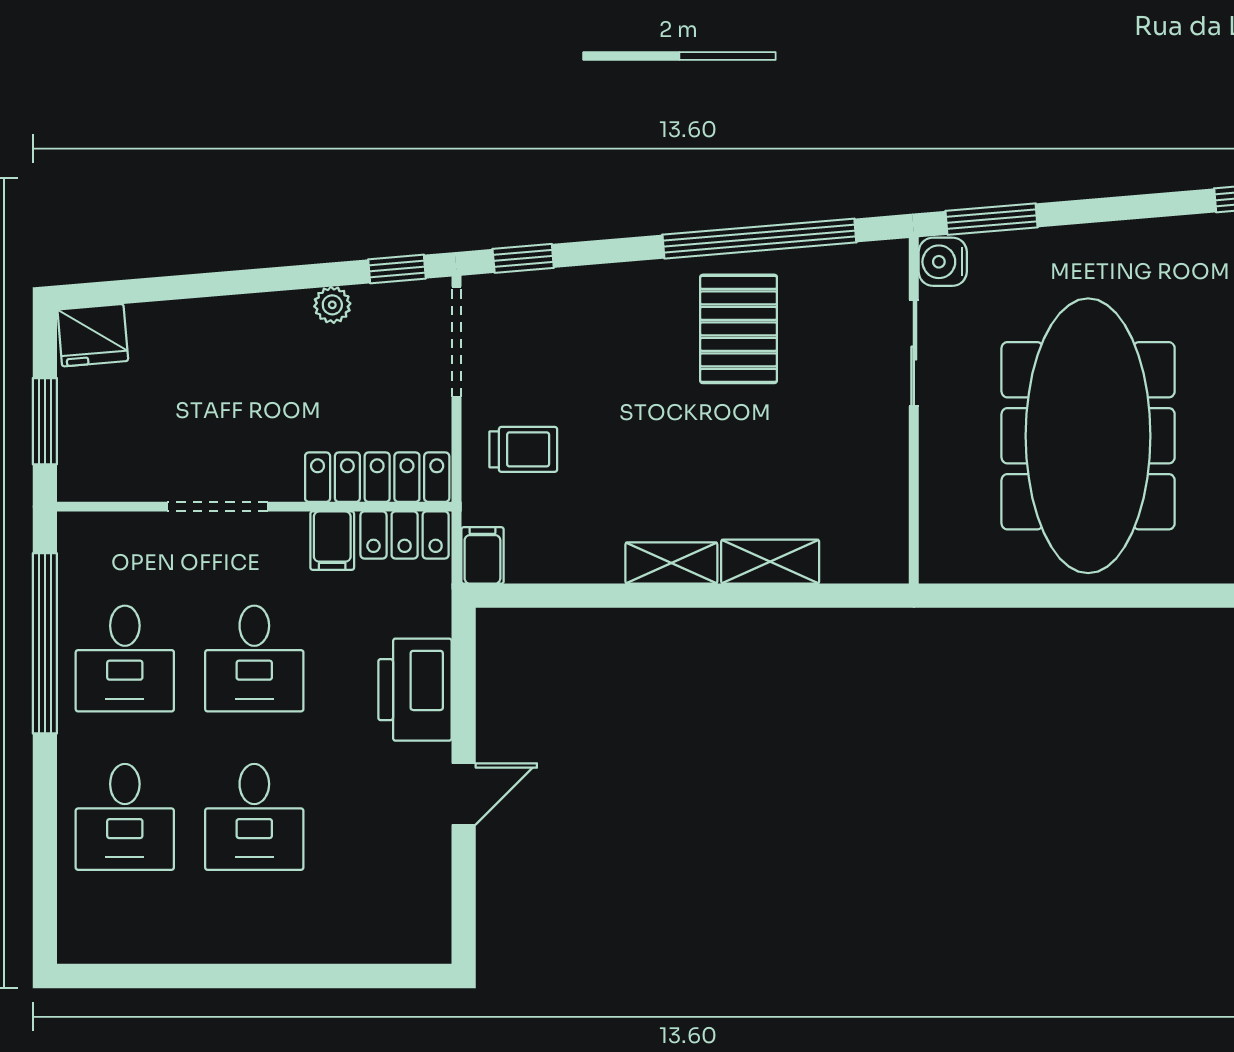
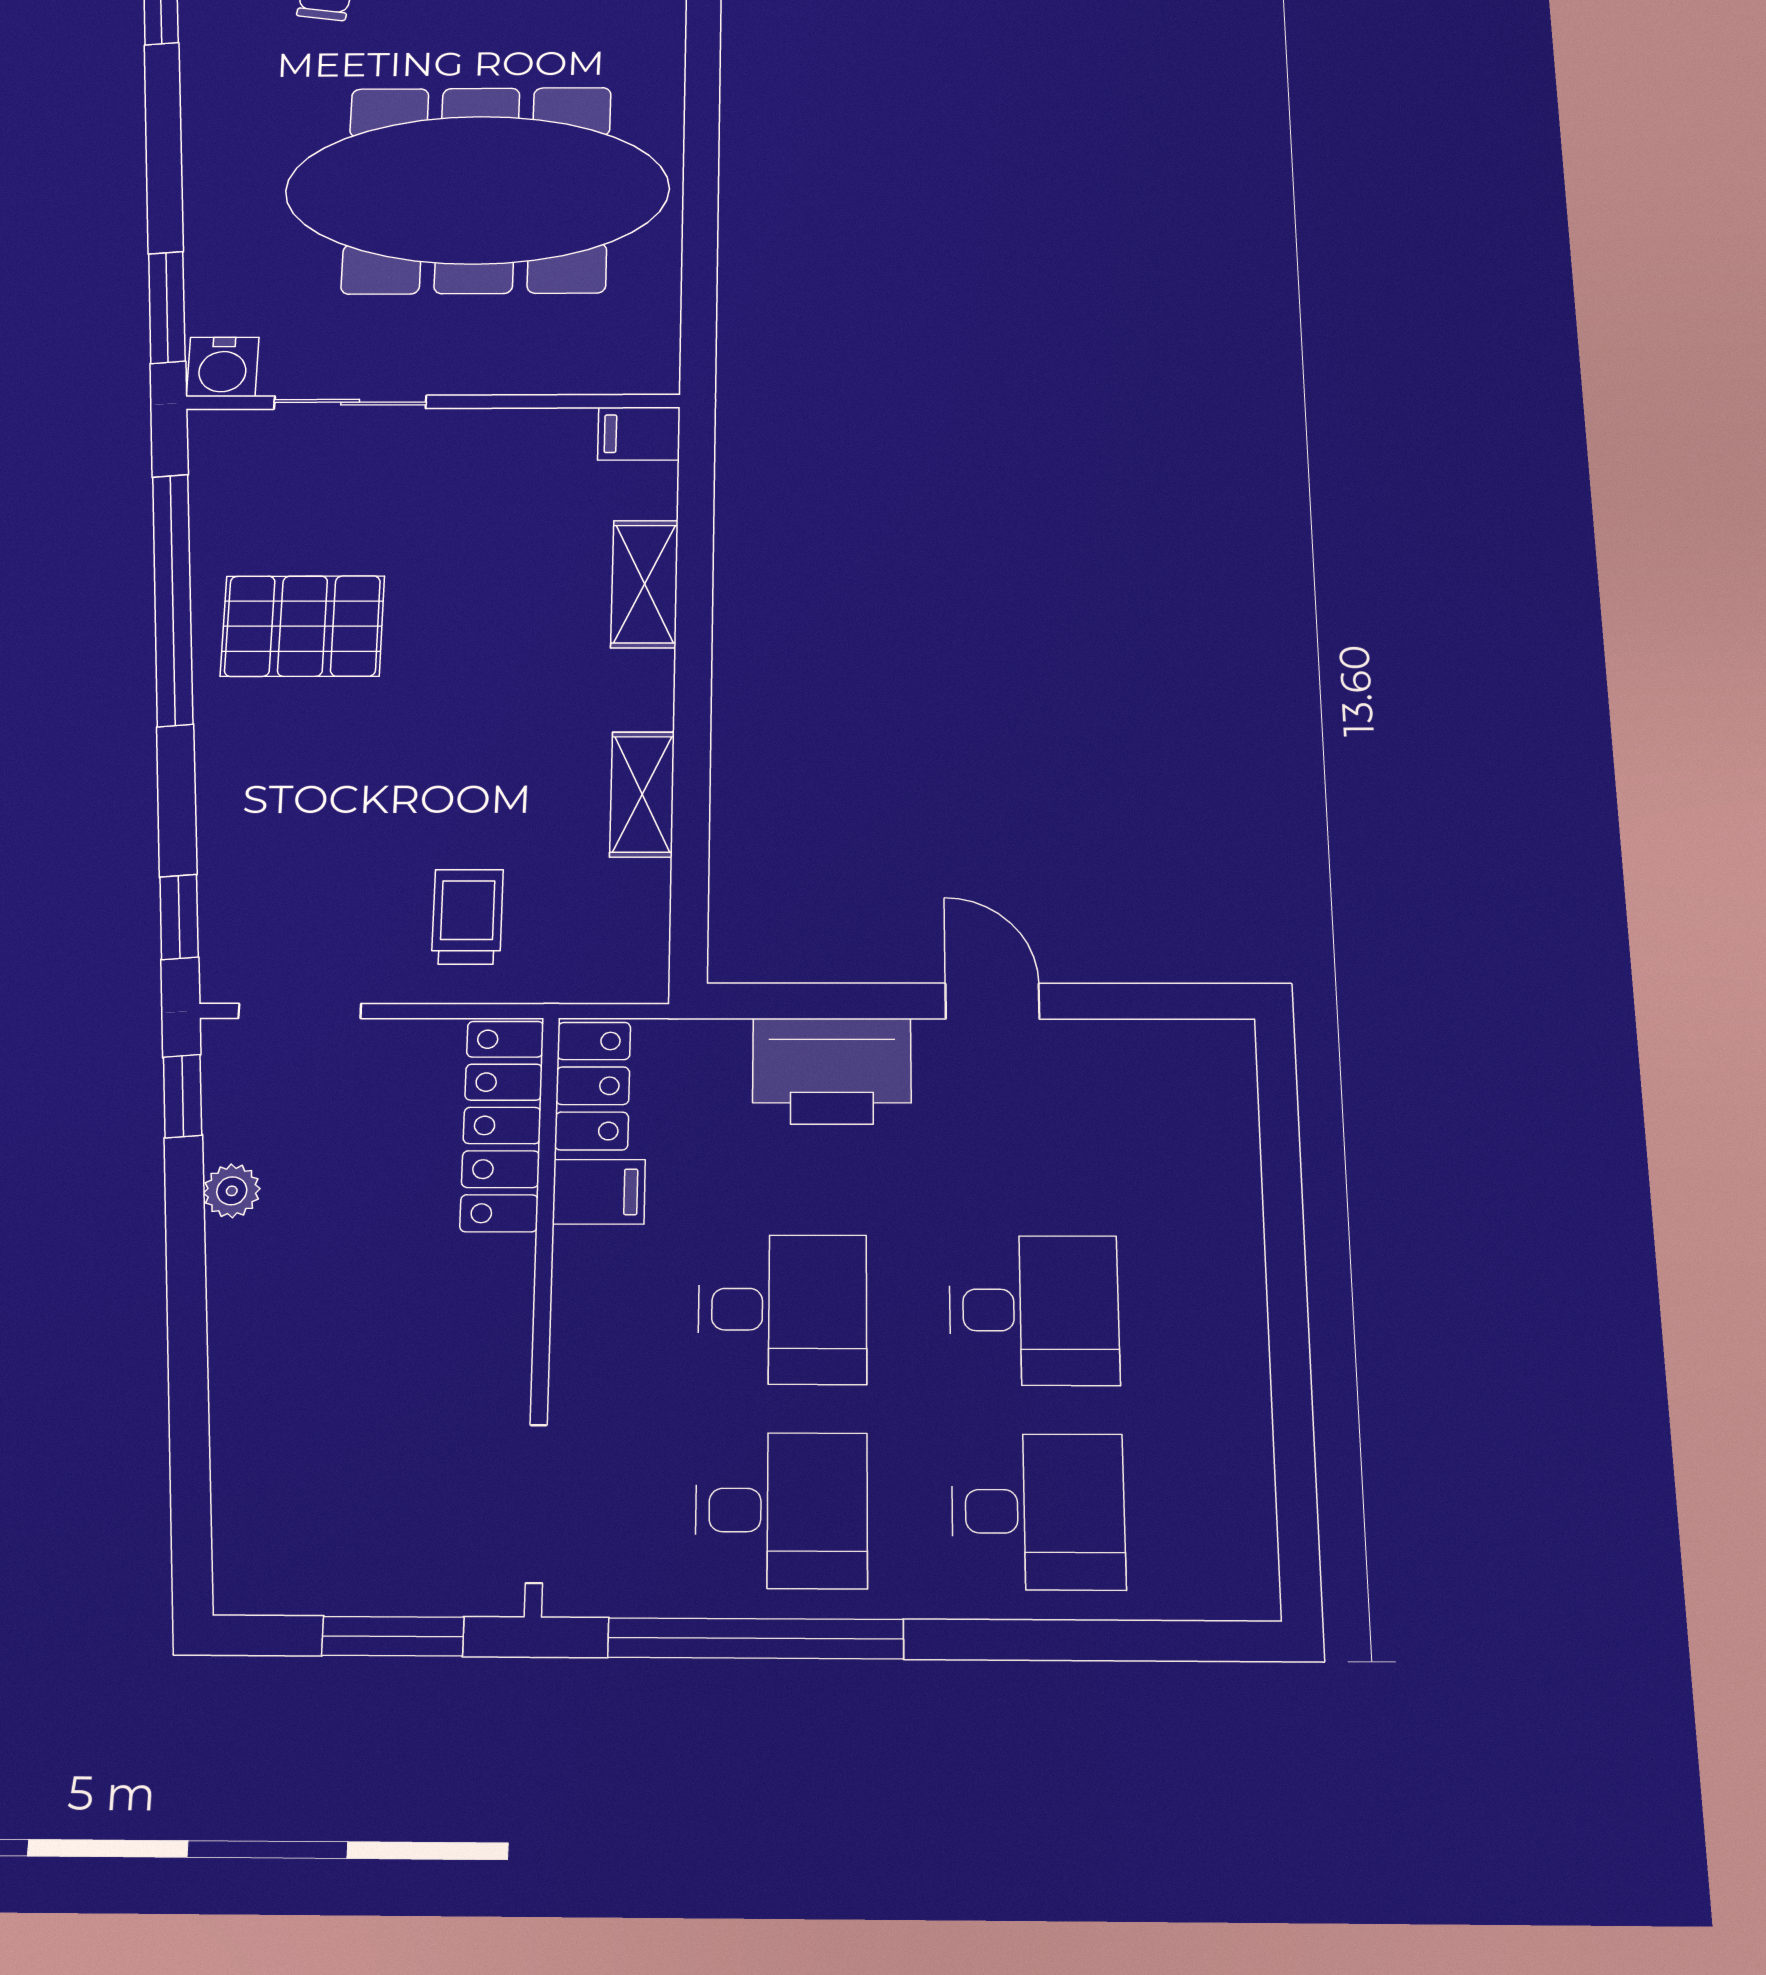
fridge: (93, 335) -> (258, 1559), removed
doorway: (456, 342) -> (300, 1011), width x0.73
doorway: (217, 507) -> (536, 1504), moved
filing cabinet: (482, 555) -> (639, 434), moved
shelving: (671, 563) -> (642, 794), moved

